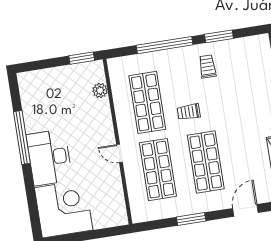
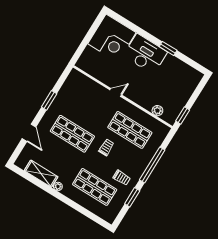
window: (22, 137) -> (168, 48), width x0.47
shop shelf: (158, 170) -> (95, 187), moved

